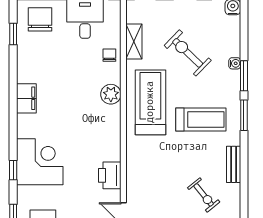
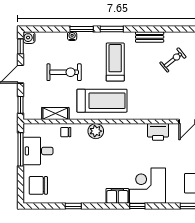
window: (13, 34) -> (73, 206), moved
exercise bike: (188, 53) -> (64, 72), turned -134
filing cabinet: (26, 98) -> (117, 196), moved
treadmill: (150, 102) -> (102, 101), turned 180
window: (13, 170) -> (137, 206), moved

